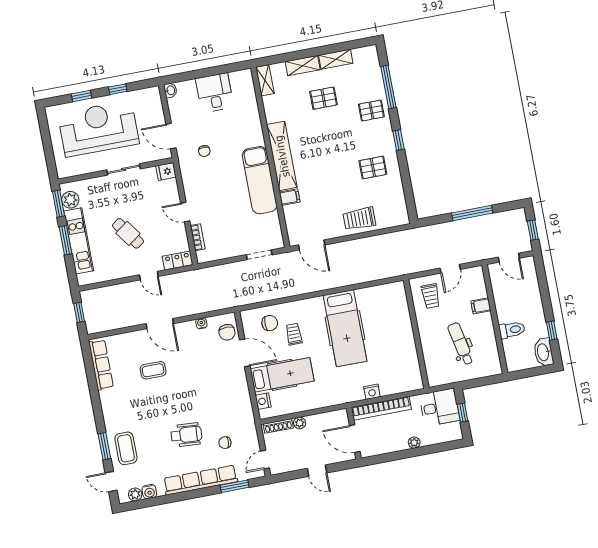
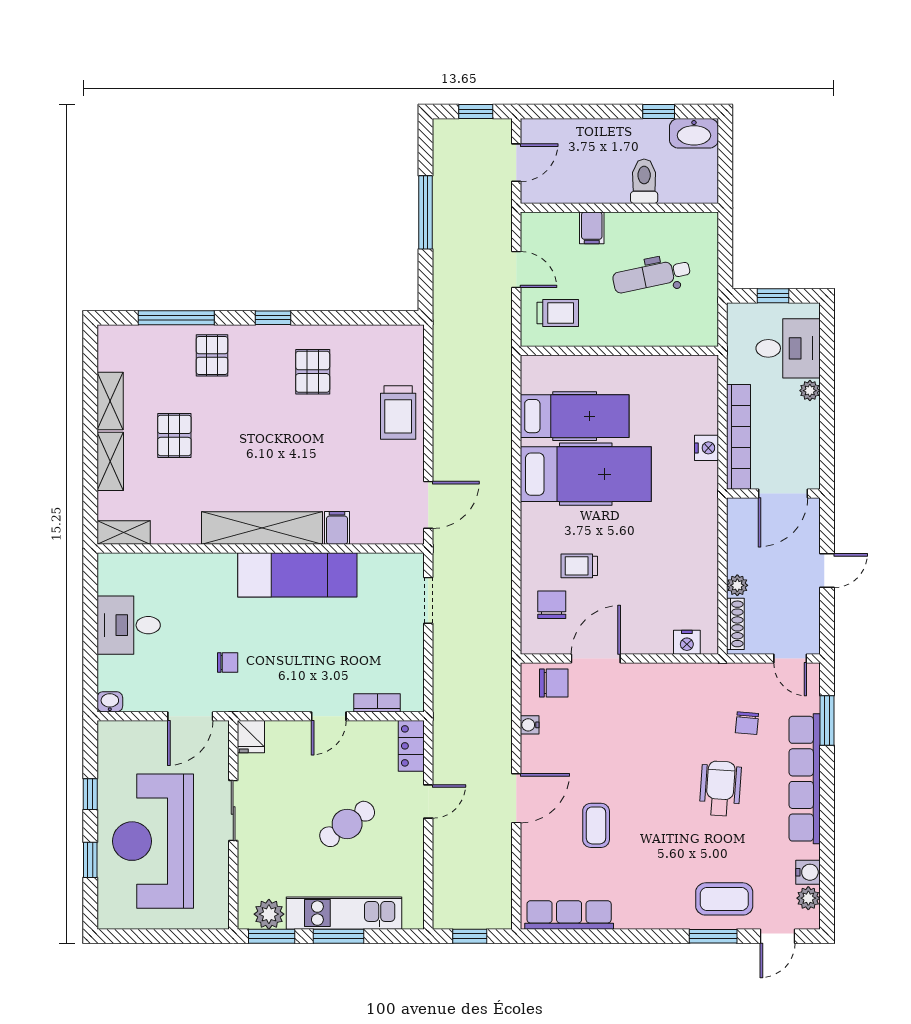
hospital bed: (282, 375) -> (575, 416), moved, turned 90
desk: (439, 407) -> (788, 348), moved, turned 90

